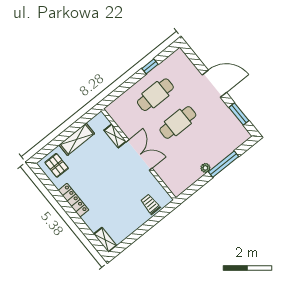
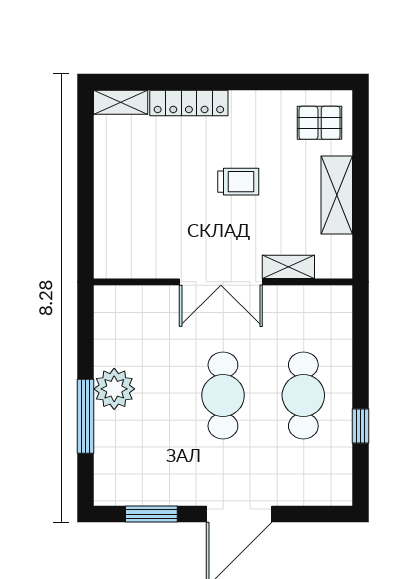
plant: (205, 168) -> (114, 389), width x1.88, depth x1.88
locker: (73, 200) -> (189, 103), moved
trolley: (150, 204) -> (238, 182), moved

